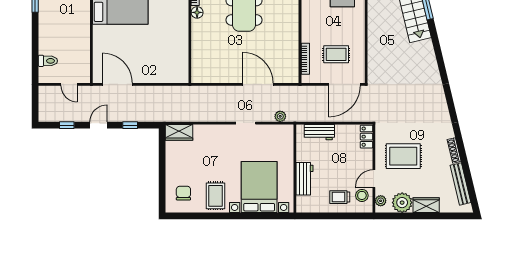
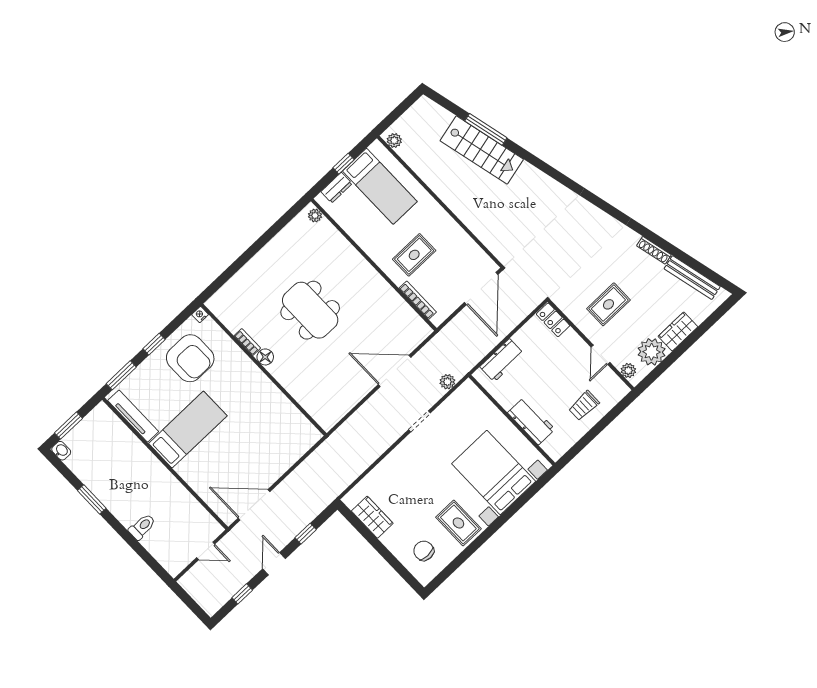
rug: (336, 54) -> (414, 255), moved
toilet: (48, 61) -> (142, 527), moved
wardrobe: (179, 132) -> (372, 517), moved, turned -90
rug: (403, 156) -> (608, 304), width x0.73, depth x0.70
stool: (362, 195) -> (605, 383), removed

